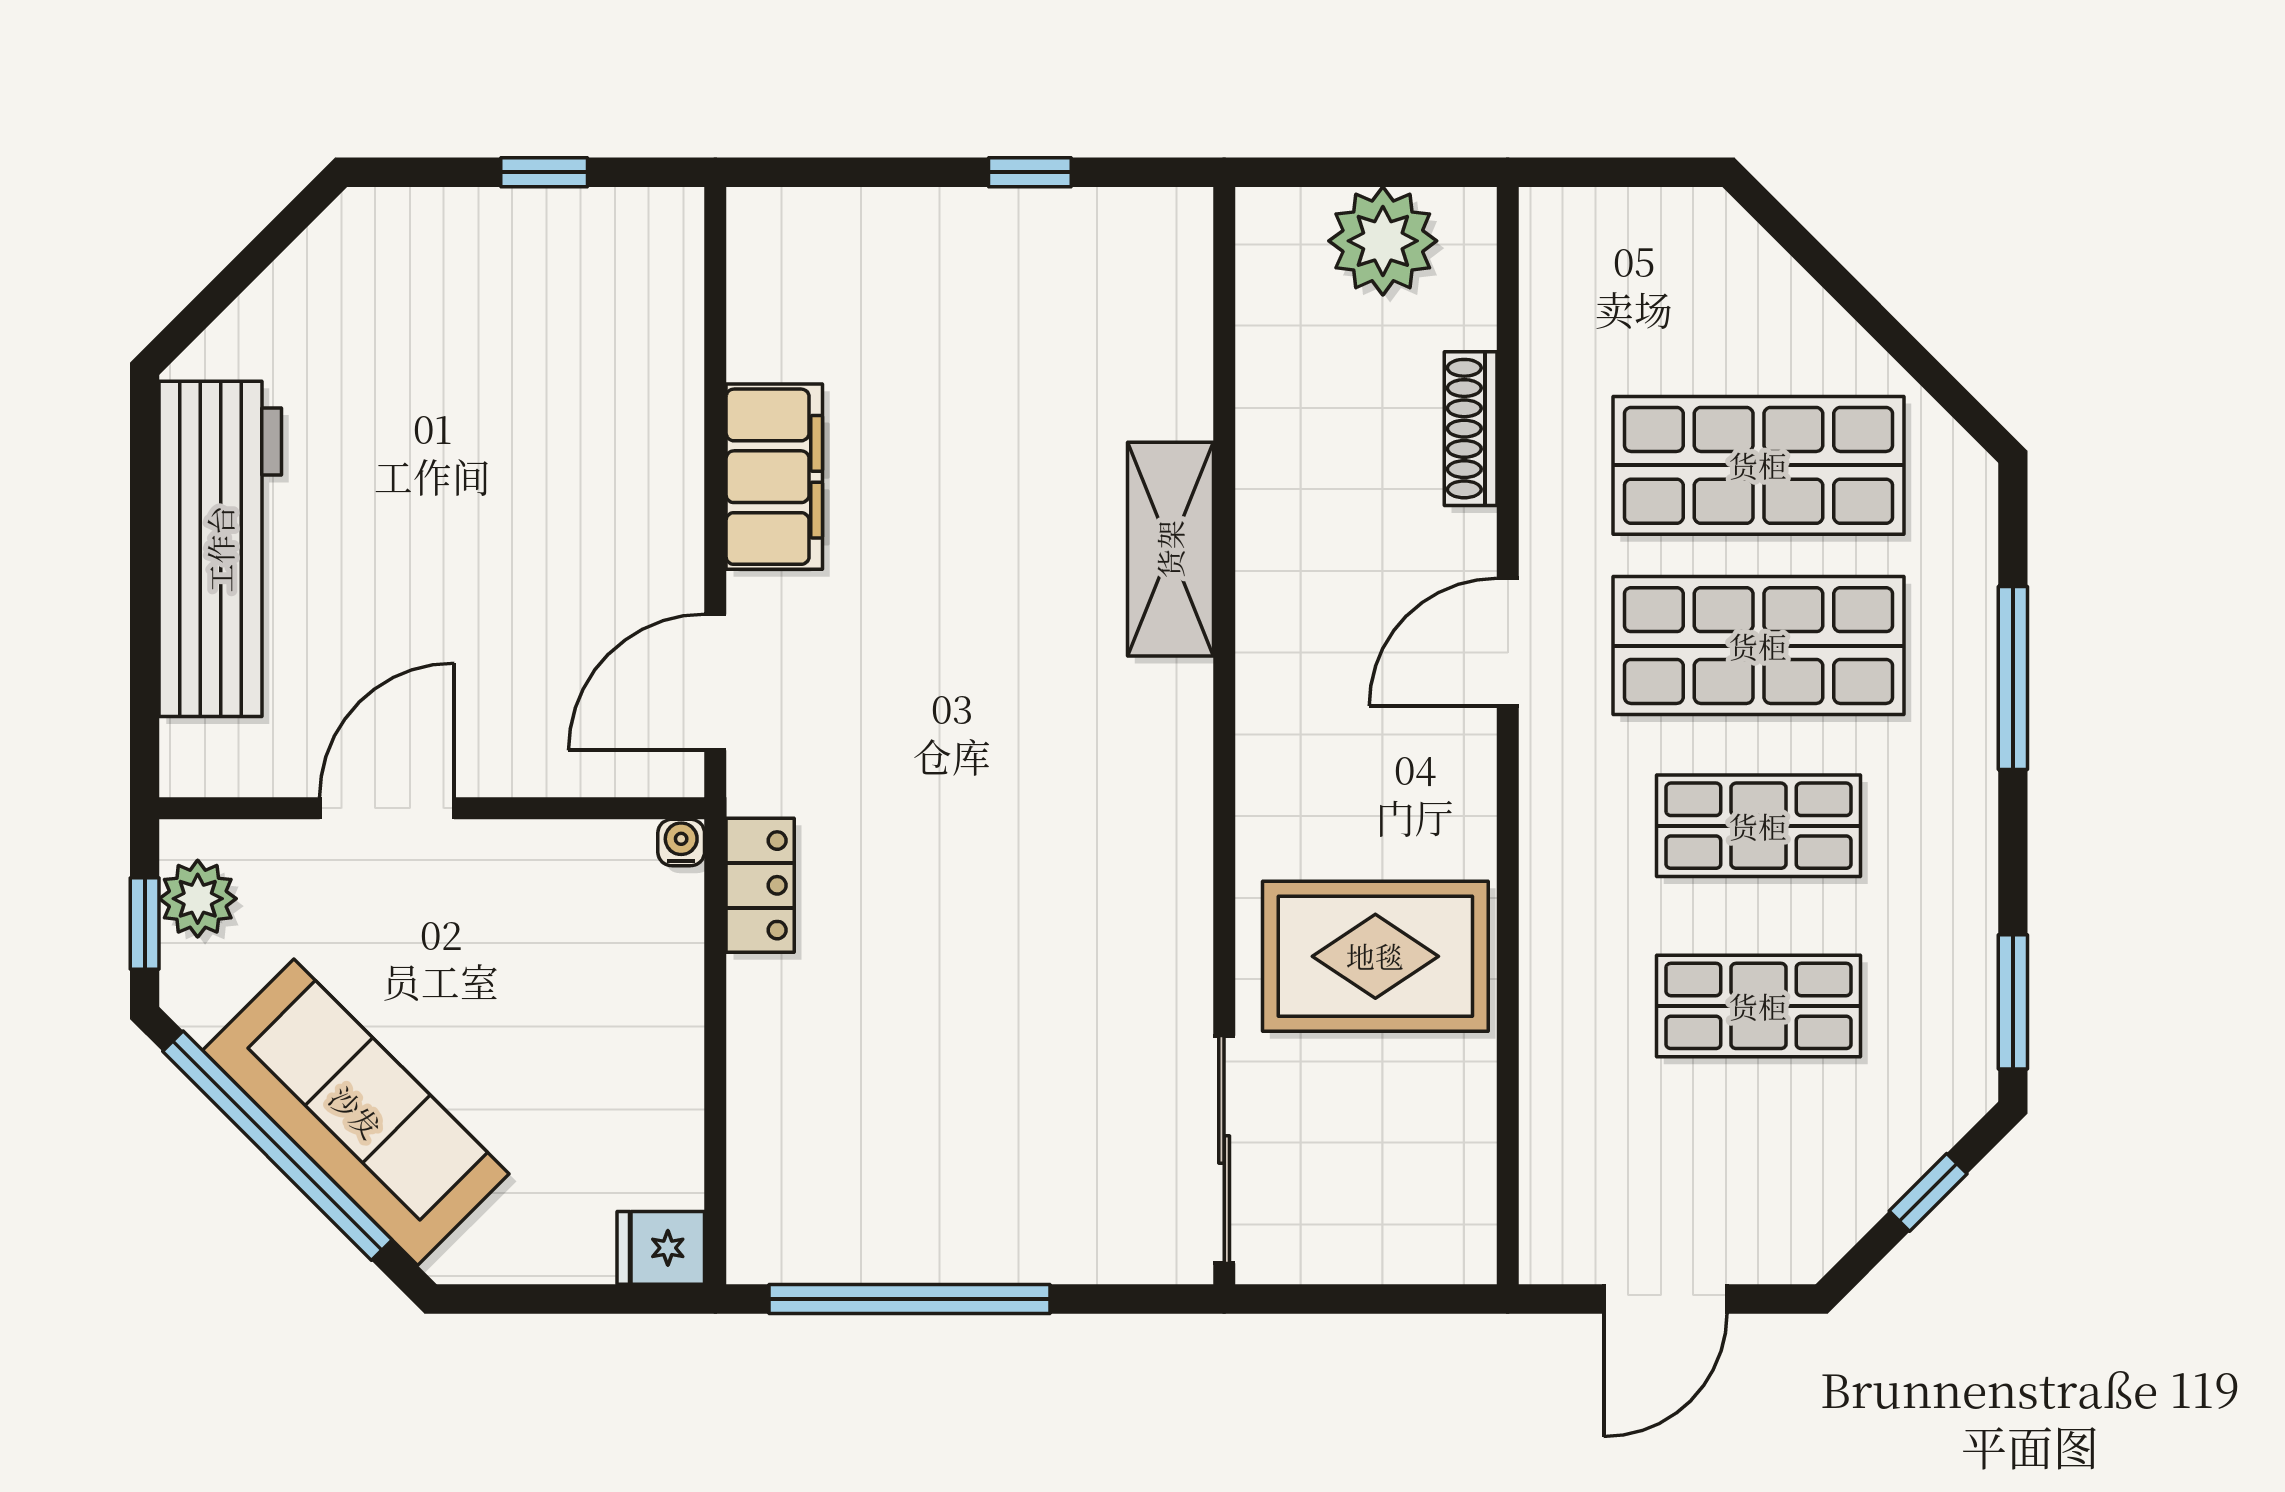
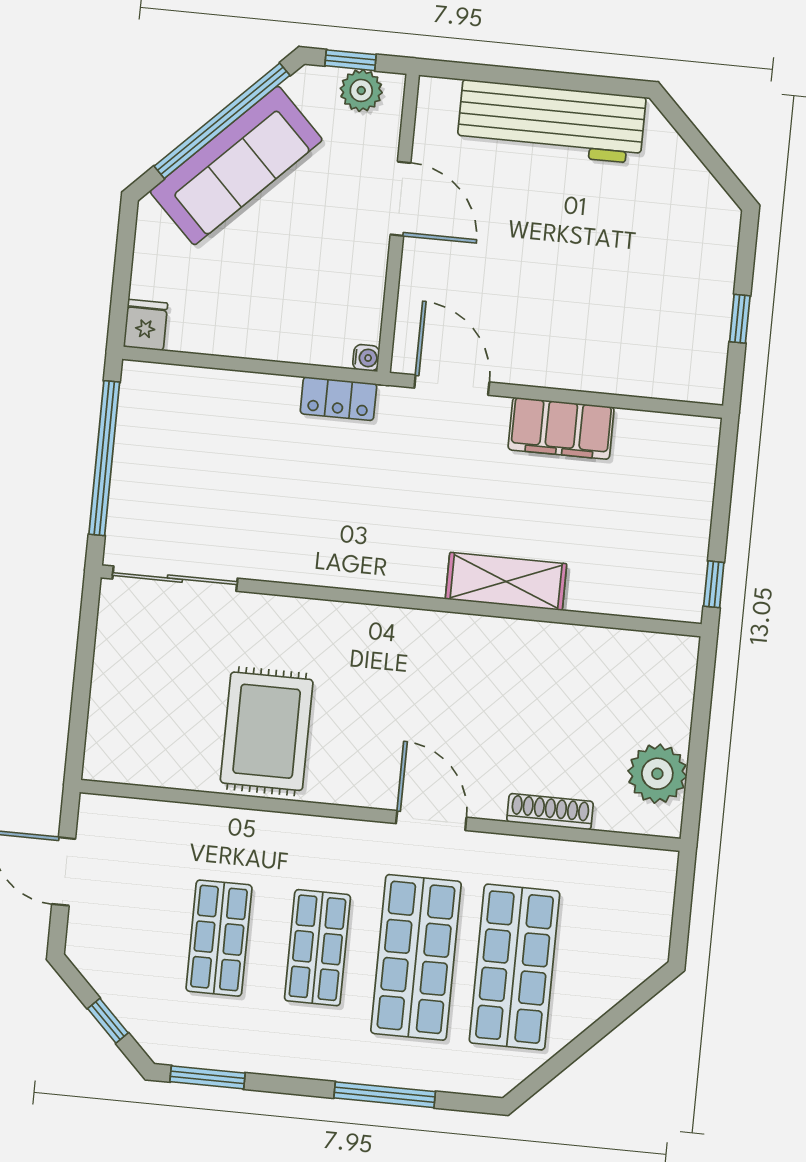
shelving: (1170, 549) -> (506, 581), moved
wall: (1224, 736) -> (401, 601), moved
sliding door: (1224, 1150) -> (175, 579), moved

